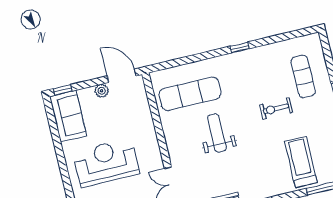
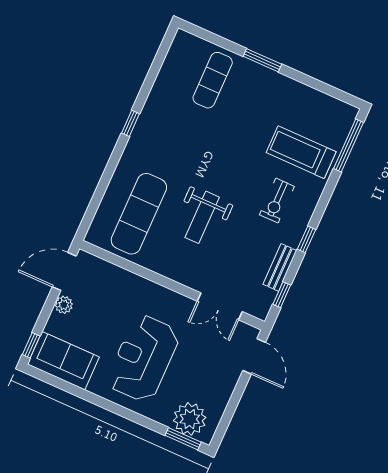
exercise mat: (303, 76) -> (213, 80), turned 90
exercise bike: (276, 109) -> (277, 201), moved
weight bench: (217, 133) -> (202, 217), turned -90

